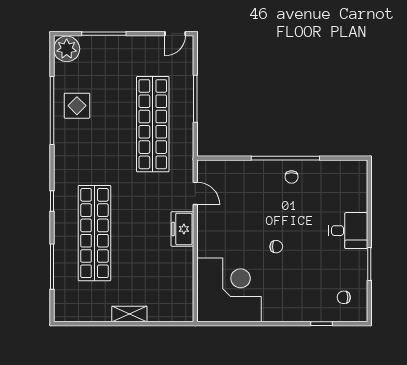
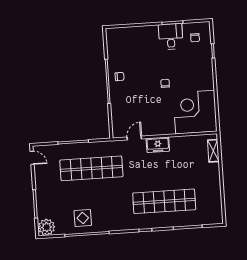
desk: (348, 231) -> (171, 37), moved
shelving: (129, 314) -> (213, 151), moved

